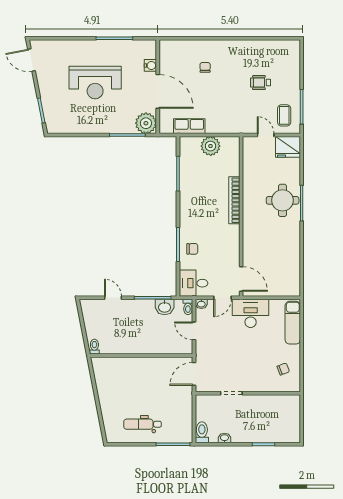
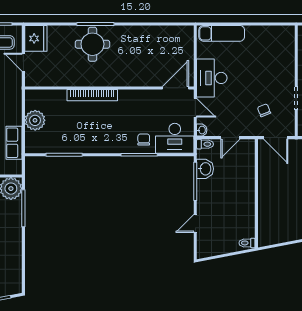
door: (266, 135) -> (23, 62), hinge flipped
desk: (194, 283) -> (175, 138), width x1.37
chair: (283, 369) -> (264, 110), moved

